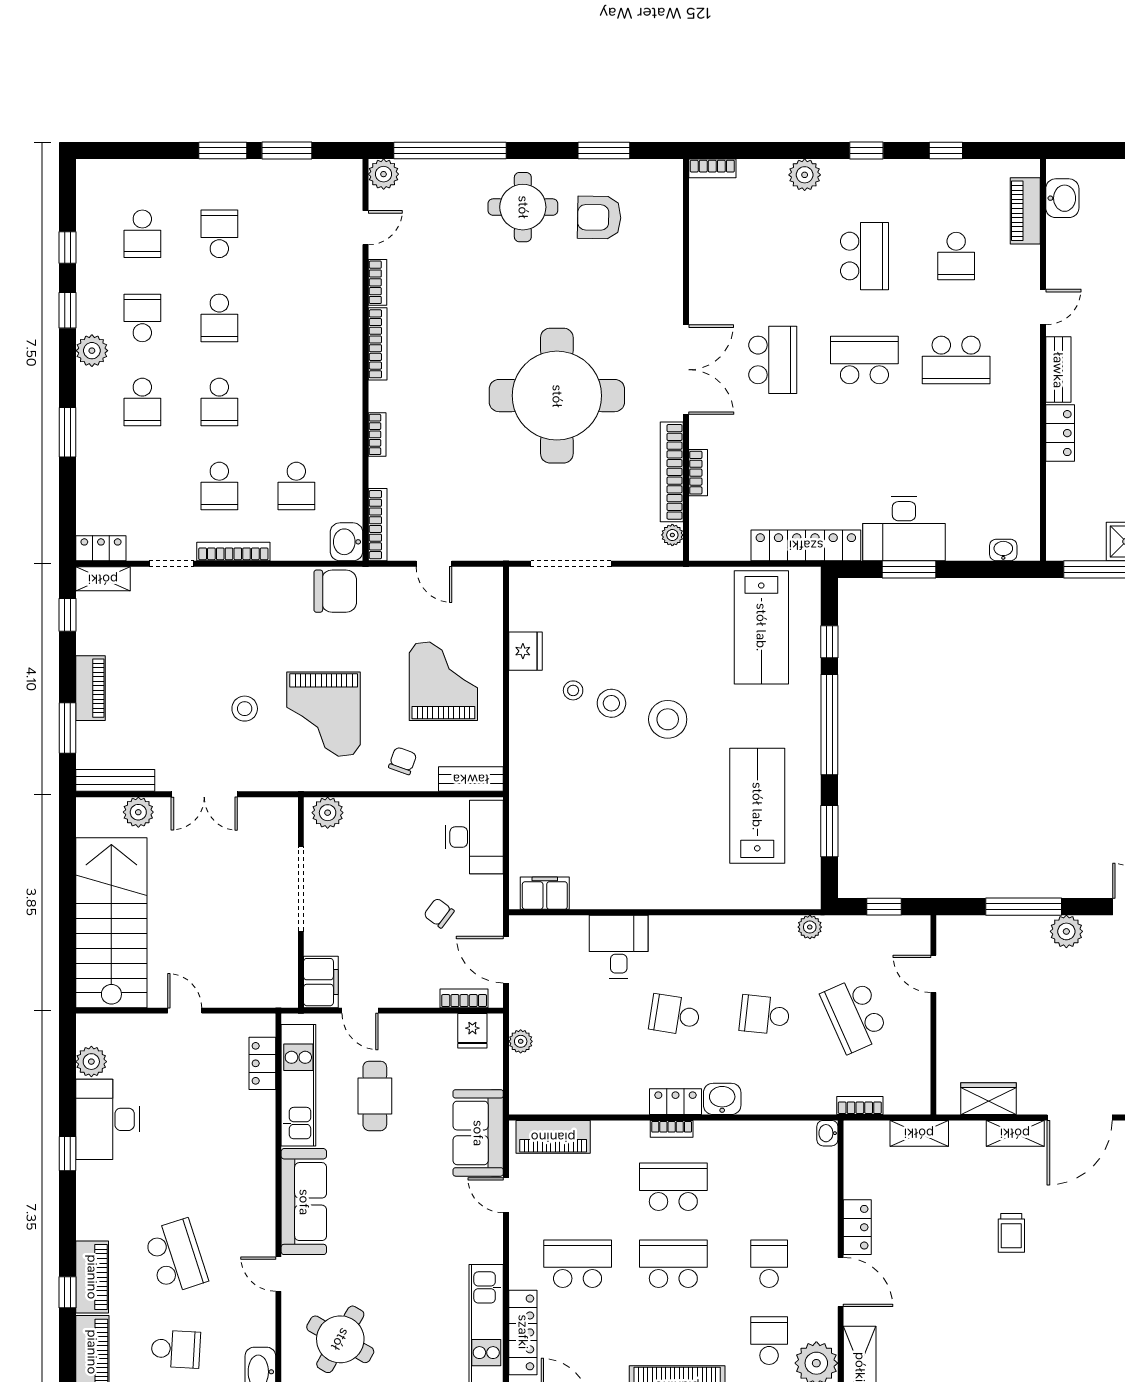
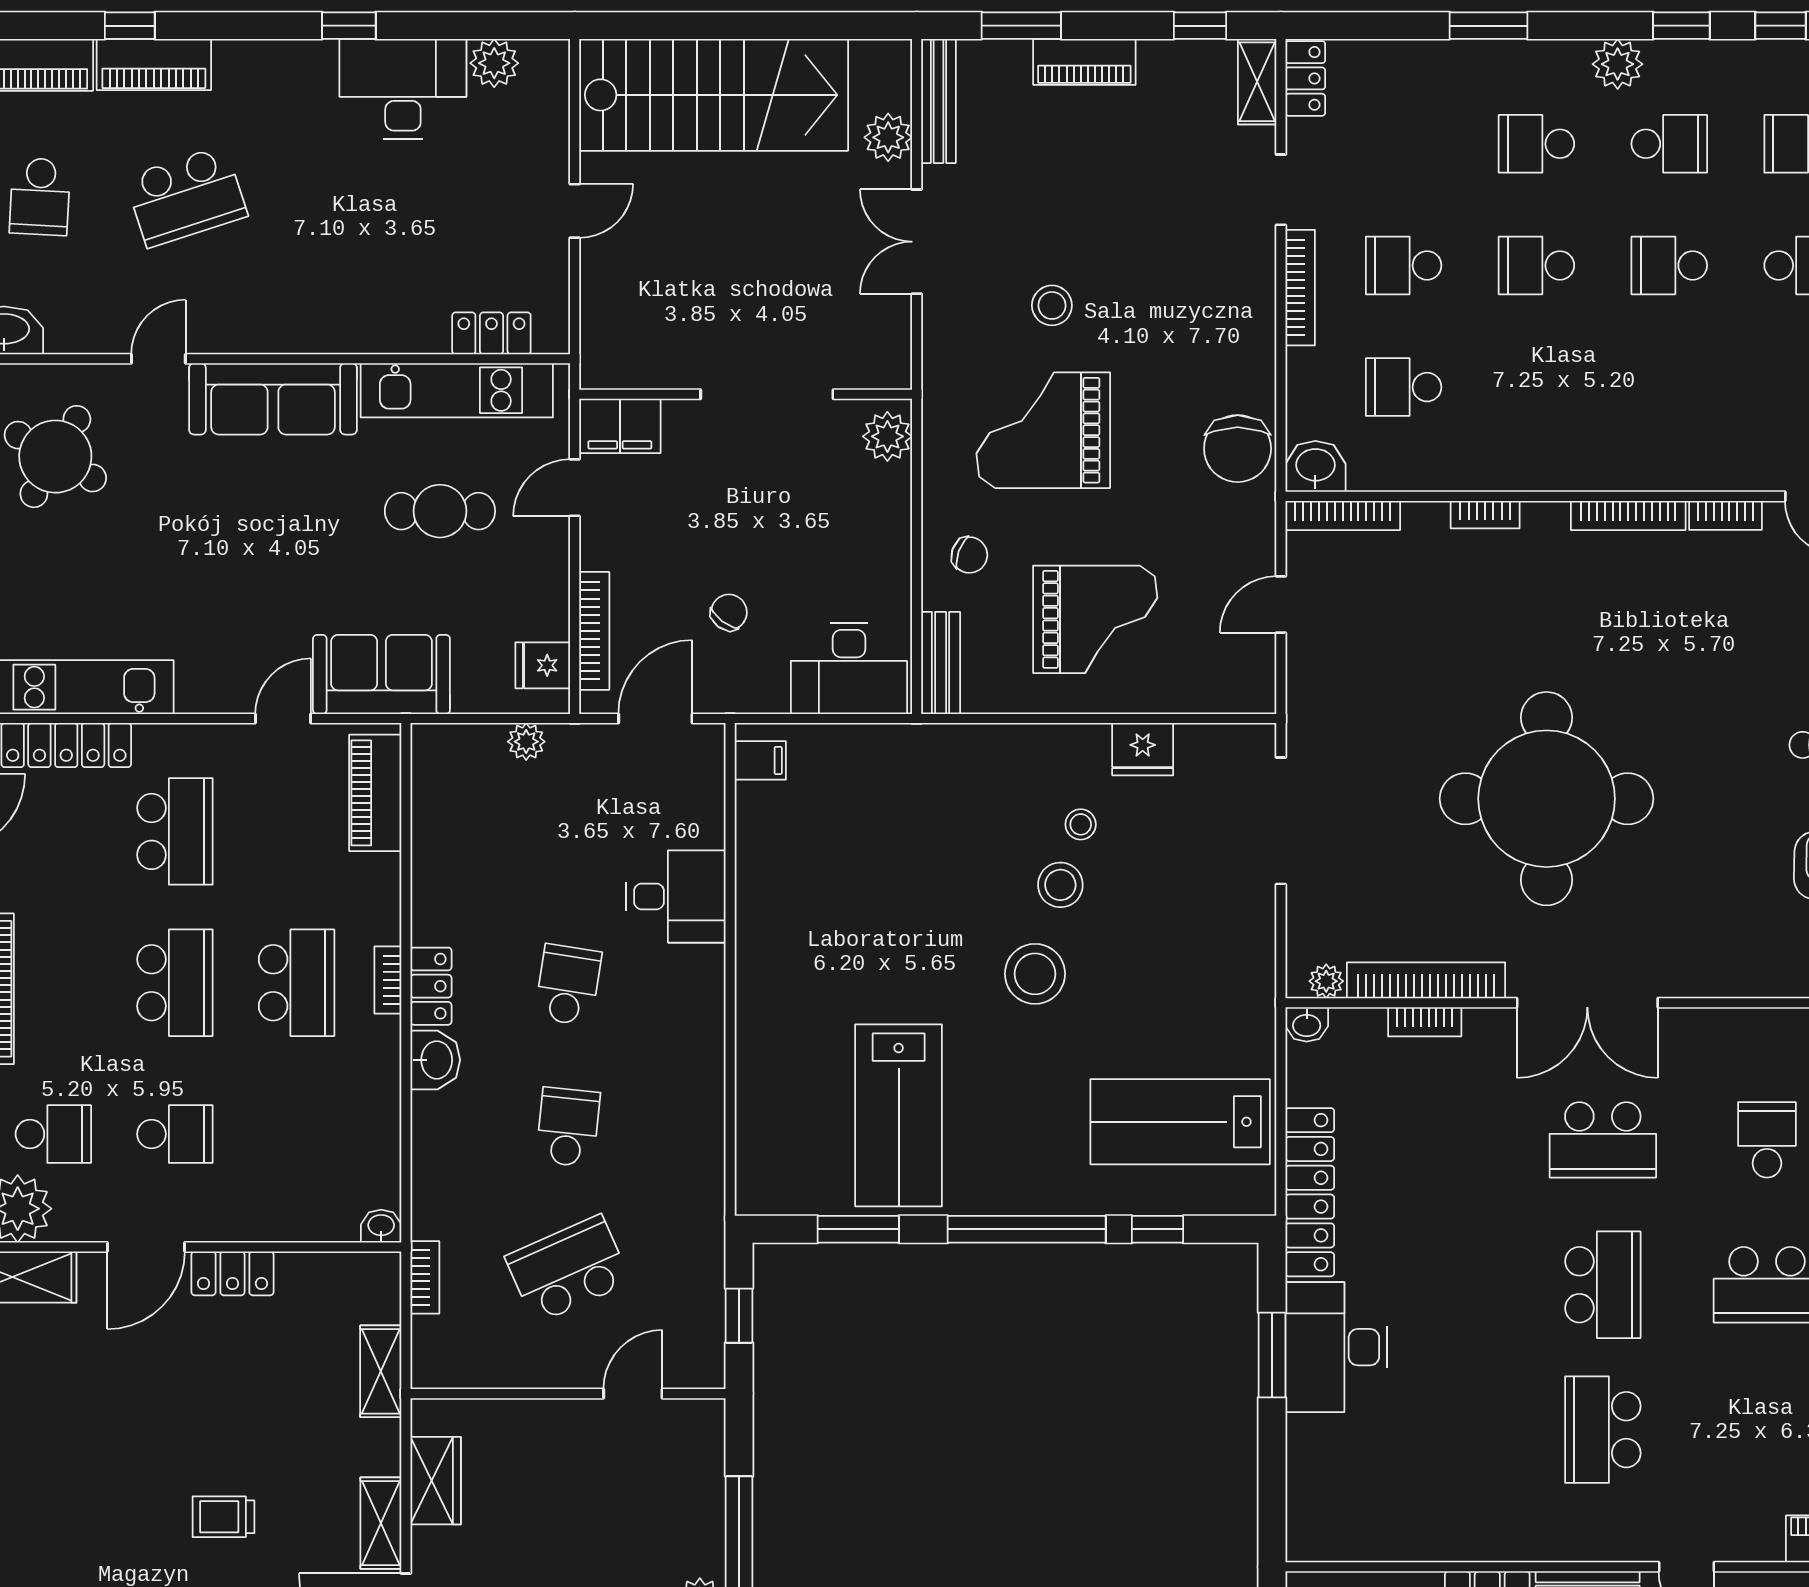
school desk: (956, 256) -> (1767, 1140), moved, turned 90
washbasin: (1003, 550) -> (1307, 1024), moved, turned 90
lab bench: (757, 806) -> (899, 1115), turned 90
filing cabinet: (545, 893) -> (760, 760), width x0.50
plant: (810, 927) -> (707, 1198), removed
bookcase: (464, 998) -> (594, 631), width x1.56

